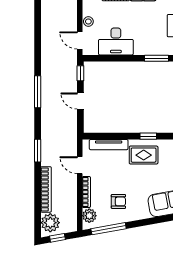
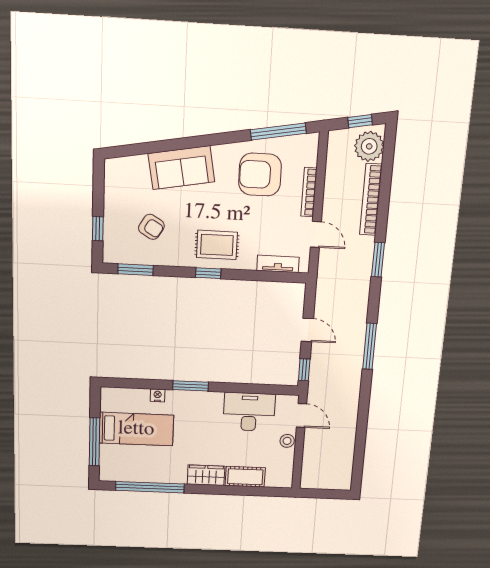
tv unit: (109, 145) -> (278, 264), width x0.71
armchair: (118, 201) -> (260, 175), width x1.88, depth x1.88
plant: (89, 216) -> (307, 154), removed

